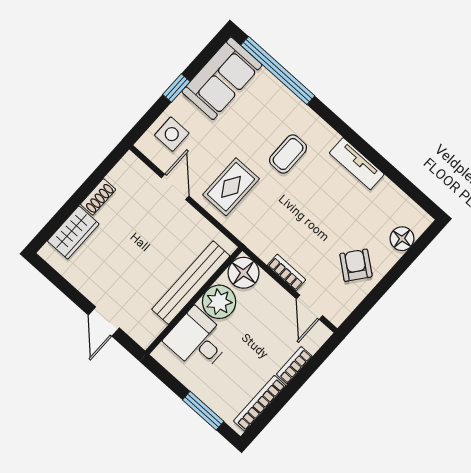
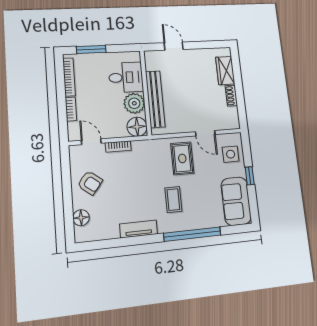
window: (278, 71) -> (192, 234), moved

